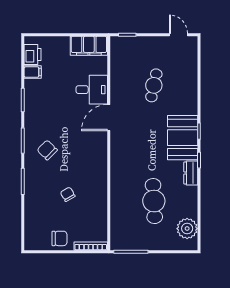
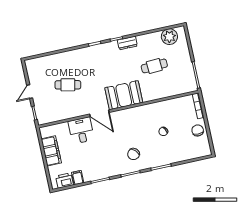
door: (179, 35) -> (30, 92), moved
filing cabinet: (89, 46) -> (51, 151), moved
booth: (183, 138) -> (124, 95), moved
cafe table: (154, 201) -> (154, 66), width x0.73, depth x0.74

